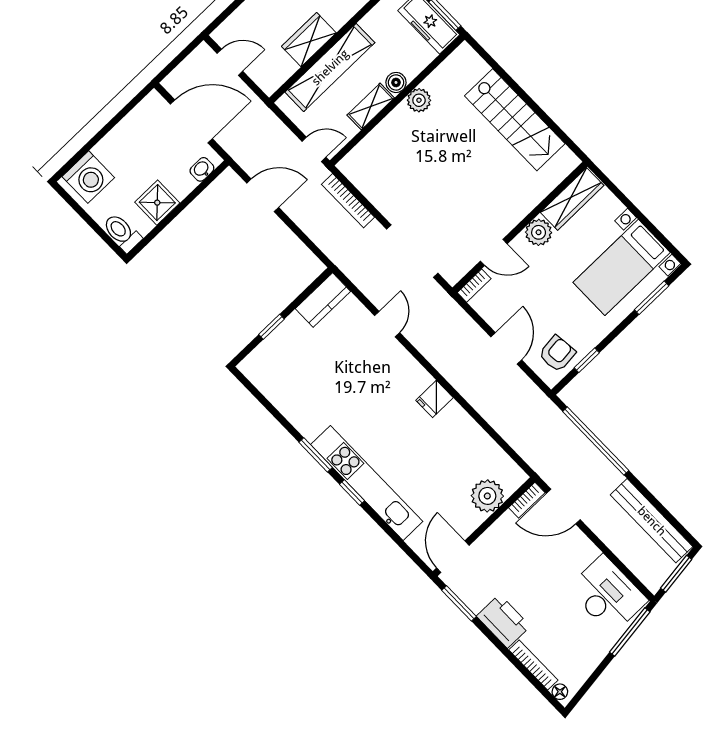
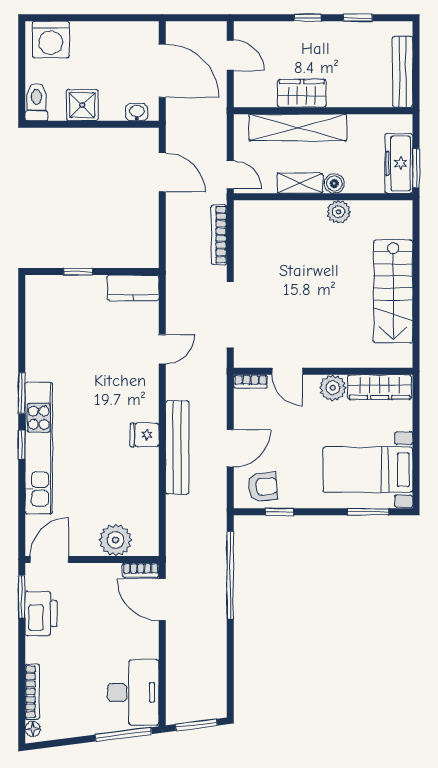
bench: (652, 521) -> (177, 447), moved
printer: (503, 621) -> (41, 613), moved

